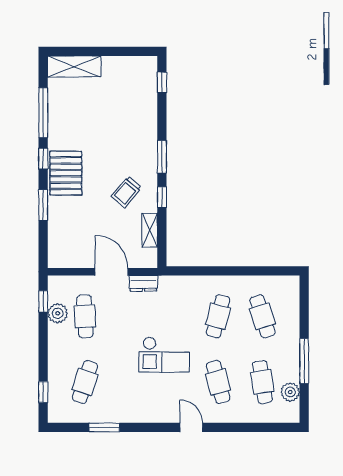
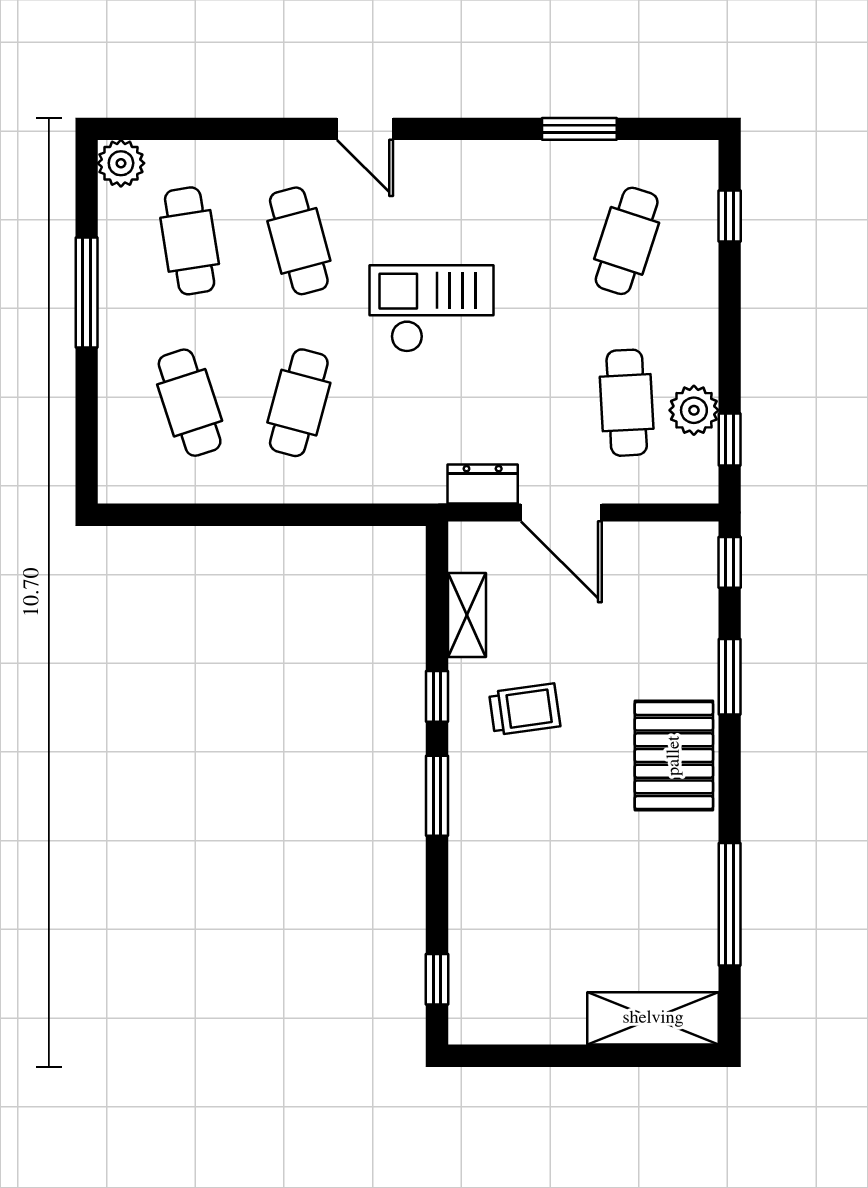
window: (43, 159) -> (730, 562), moved
trolley: (126, 192) -> (525, 709), turned 42
plant: (290, 392) -> (121, 163), moved

